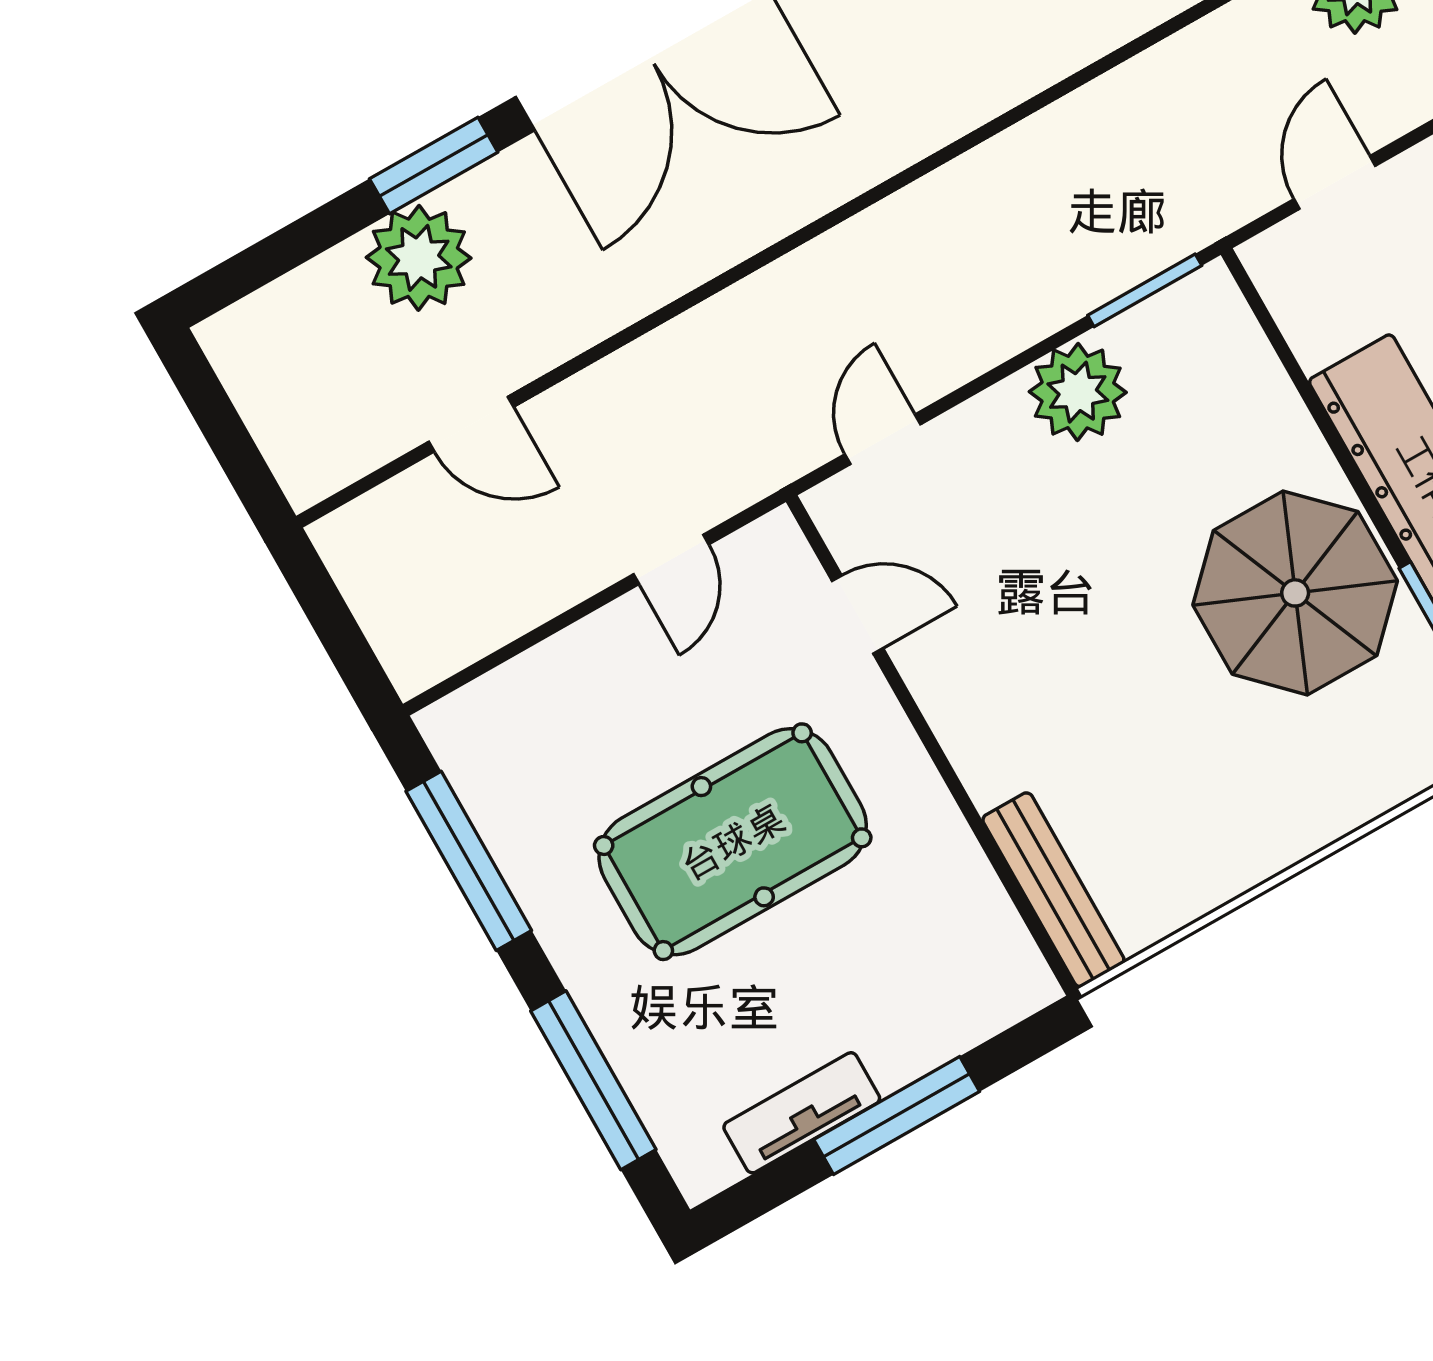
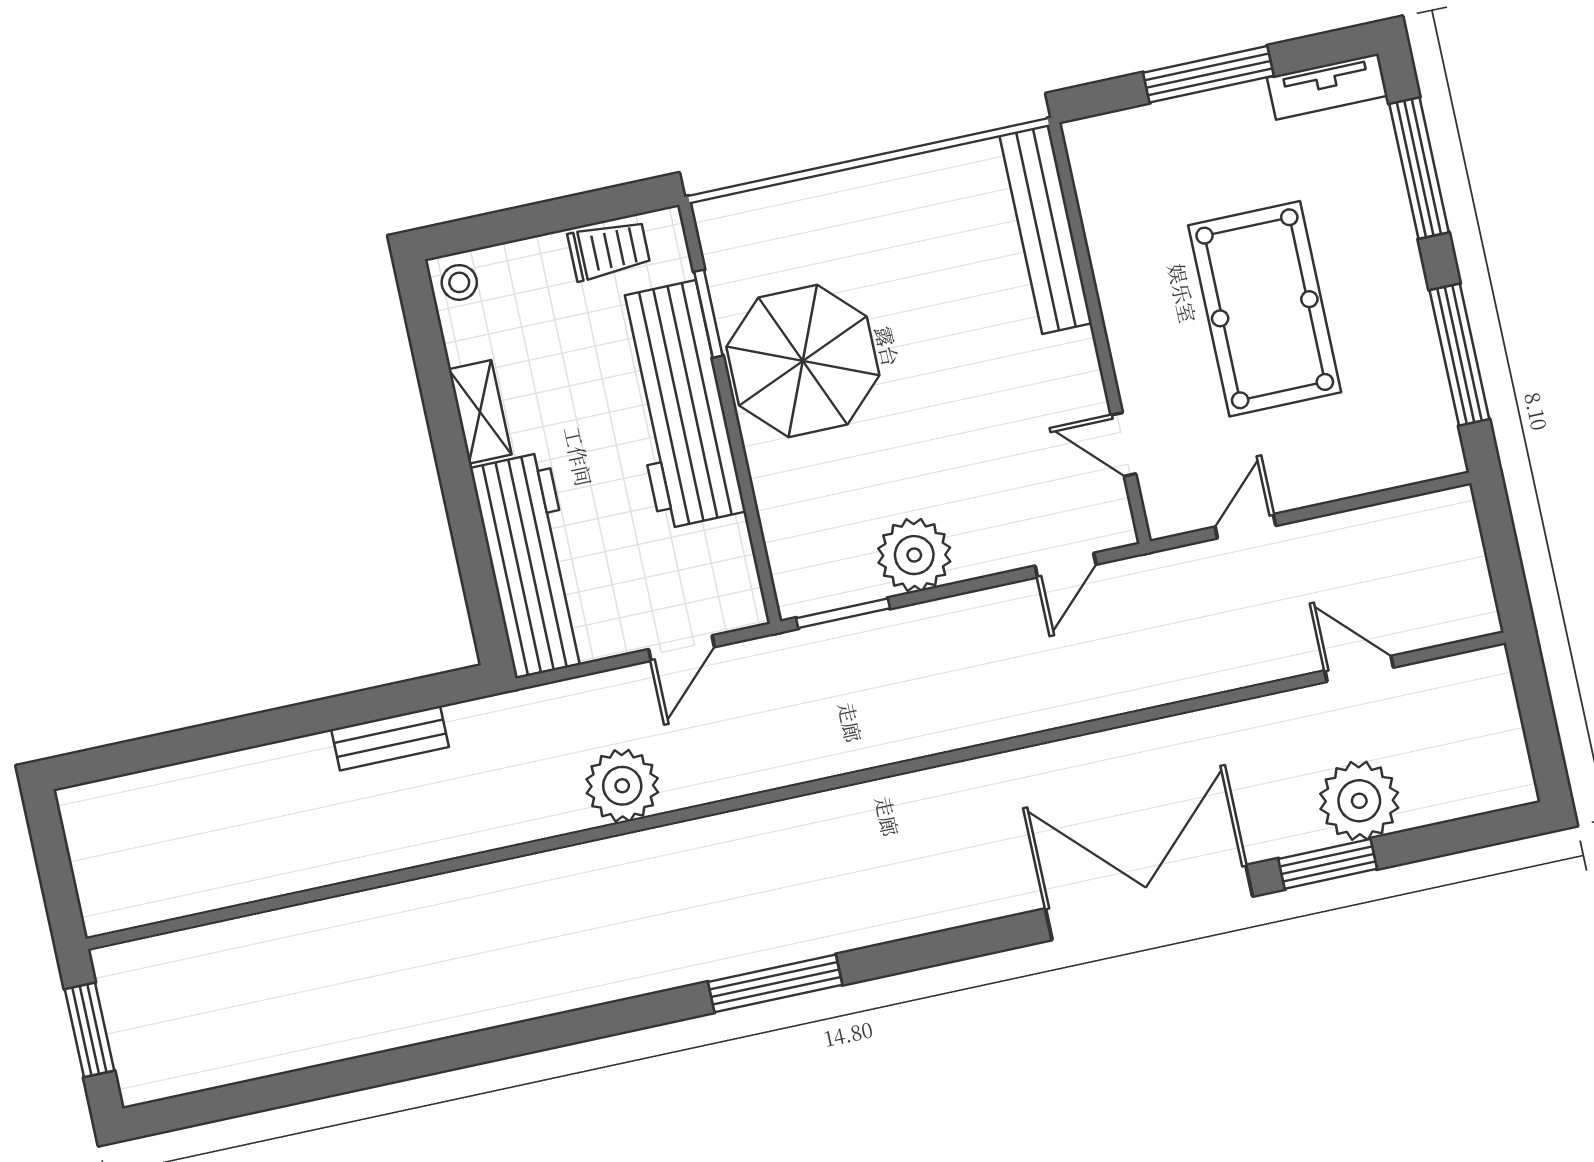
pool table: (733, 842) -> (1265, 309), turned 90
bench: (1053, 890) -> (1046, 229), width x1.37, depth x1.21
tv unit: (802, 1113) -> (1327, 87), moved

